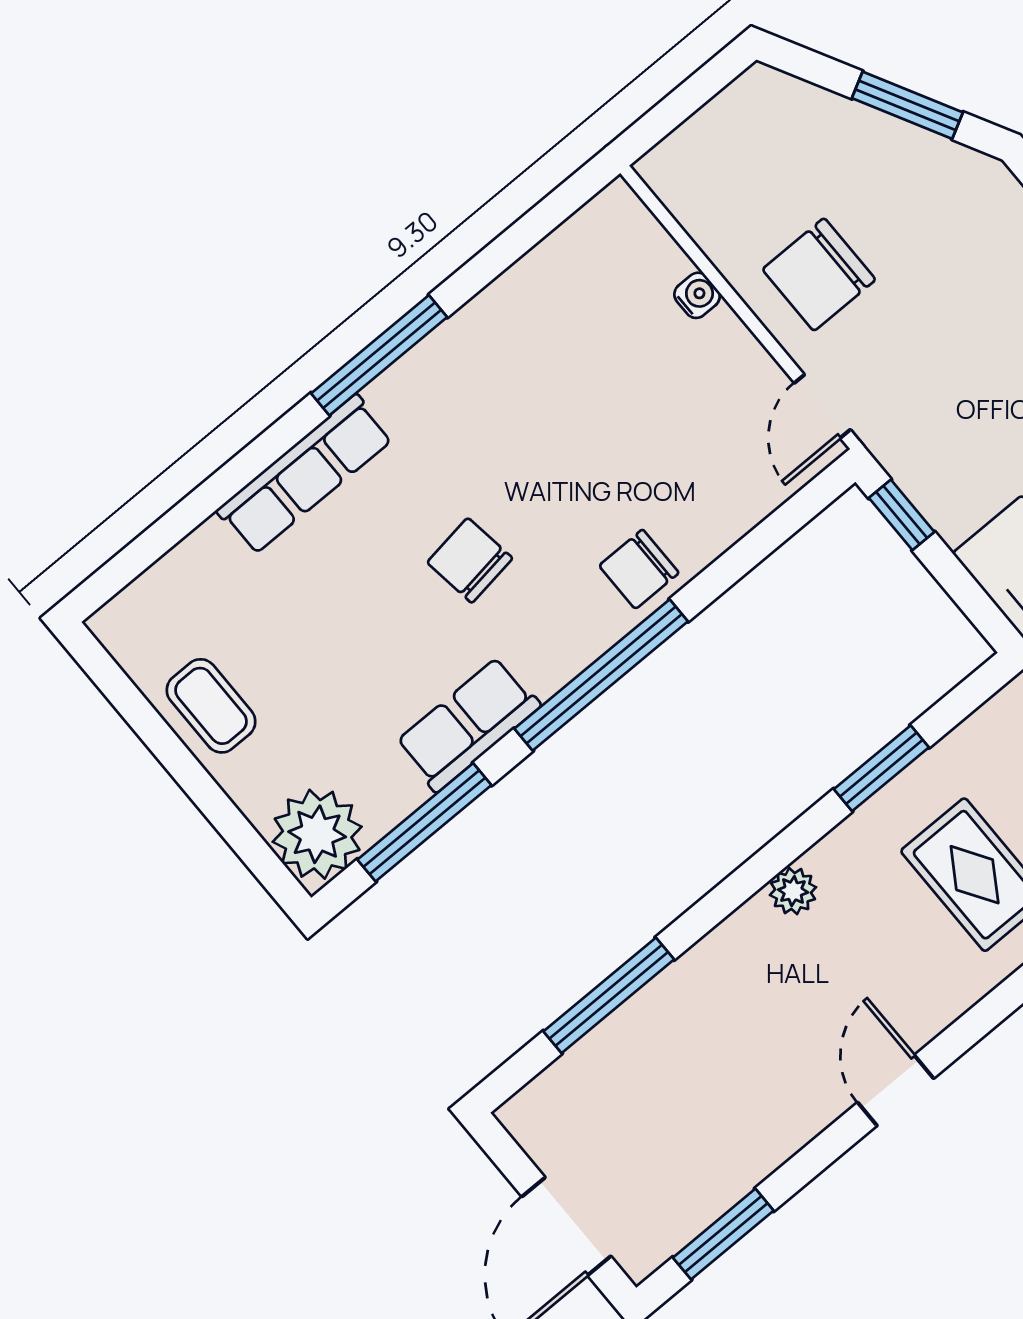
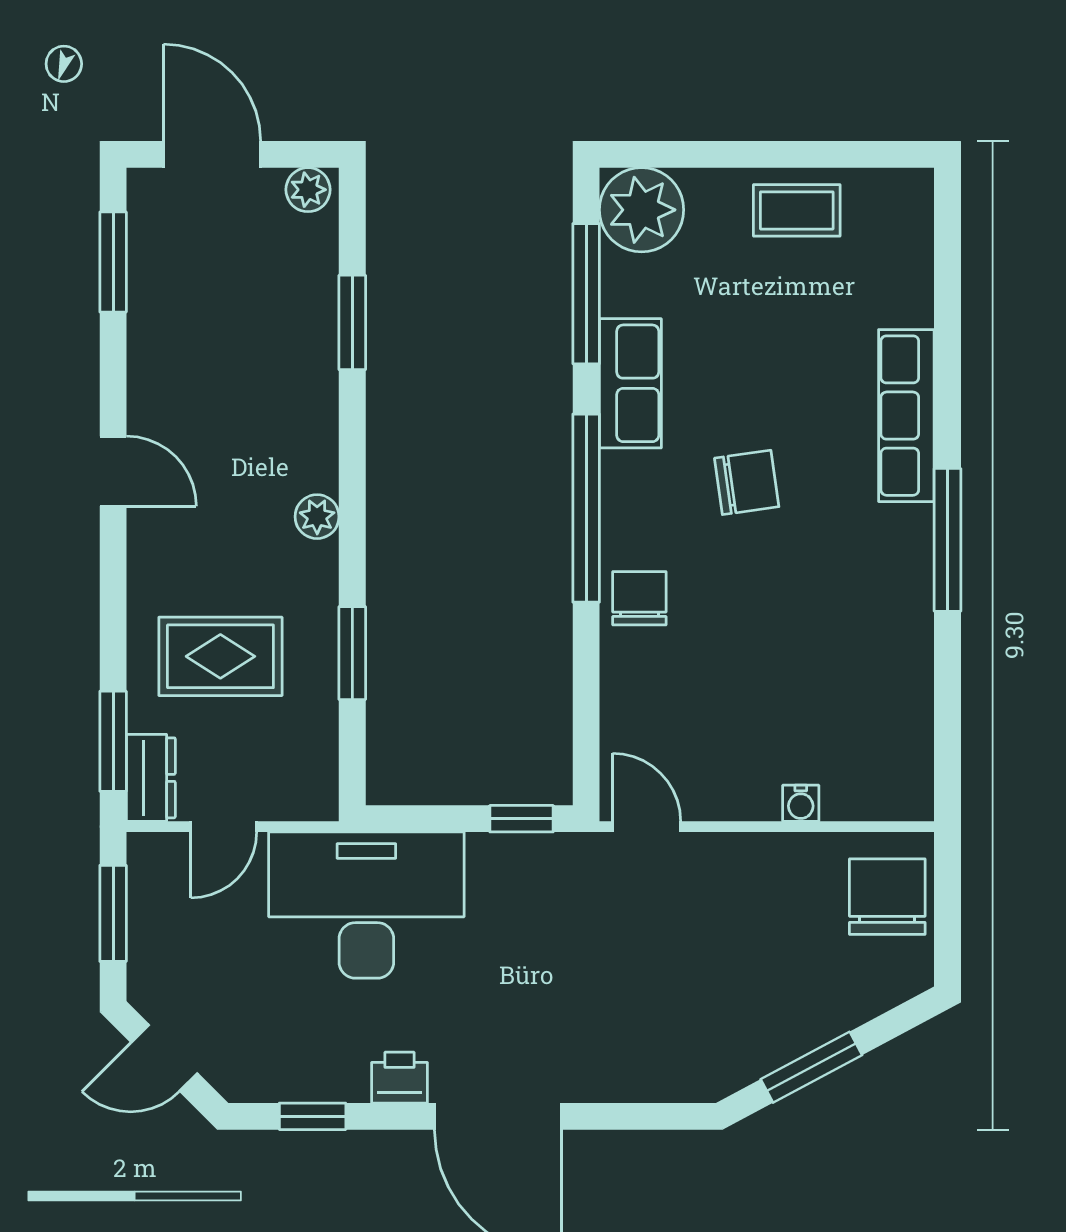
chair: (819, 274) -> (887, 897), moved
window: (609, 995) -> (352, 322), width x0.69
plant: (530, 1123) -> (308, 190), added

